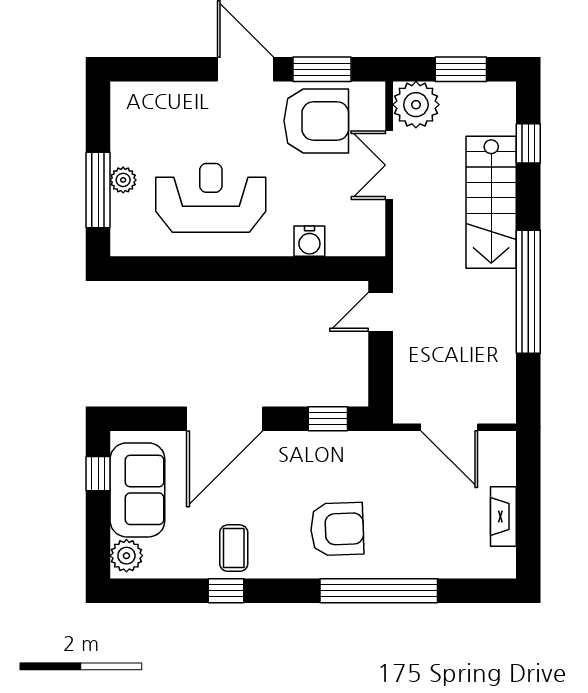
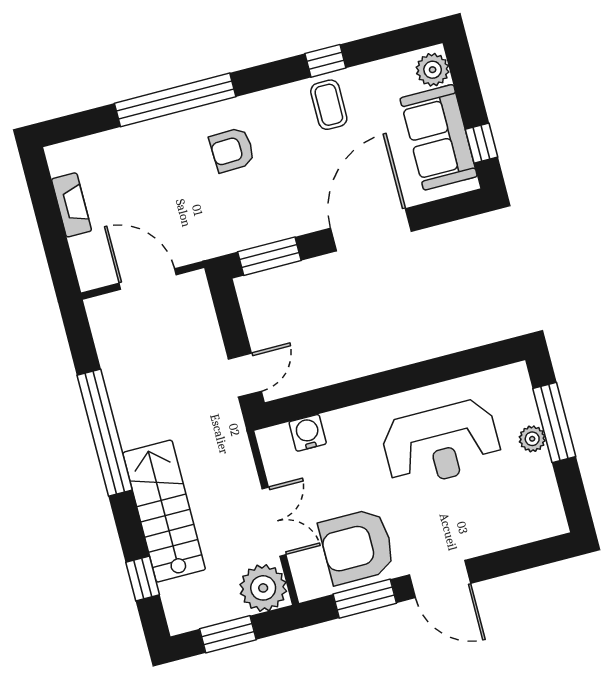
water cooler: (309, 241) -> (308, 433), moved
window: (328, 419) -> (269, 256), width x1.50
armchair: (337, 529) -> (232, 150), width x0.72, depth x0.72

